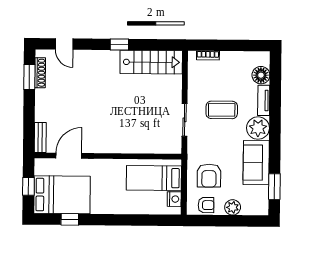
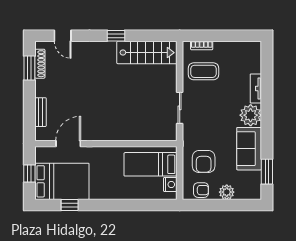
floor lamp: (261, 75) -> (253, 64), removed
coffee table: (222, 110) -> (204, 71), moved
bench: (40, 138) -> (40, 112), moved

